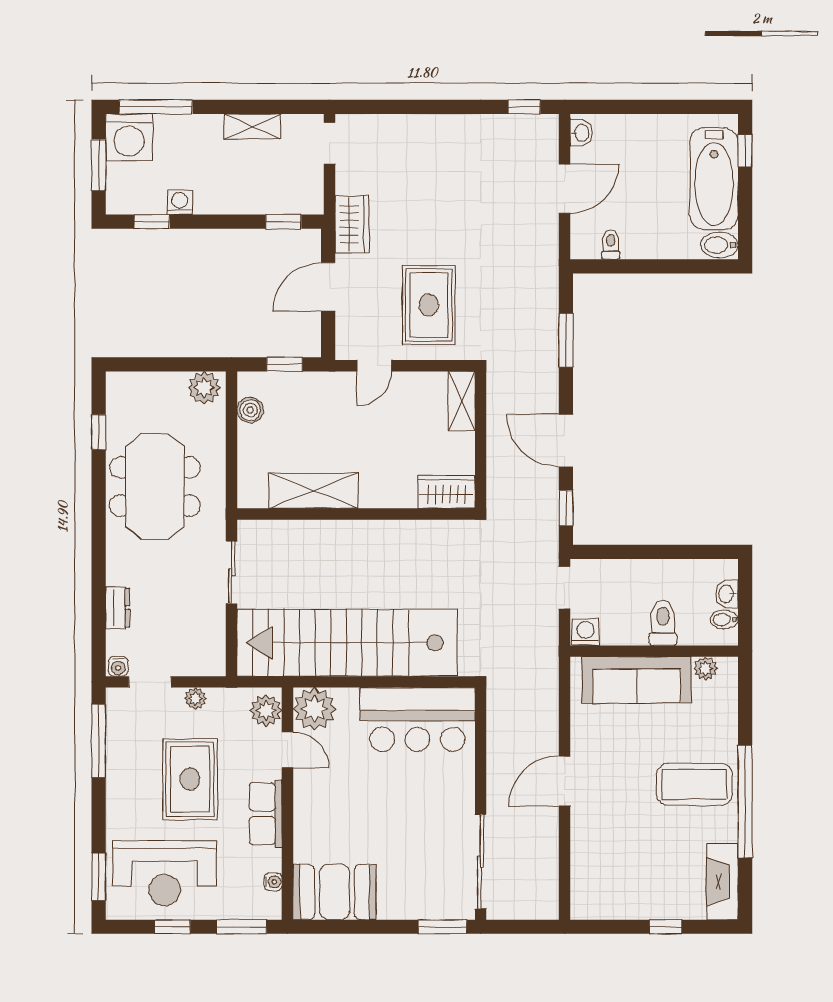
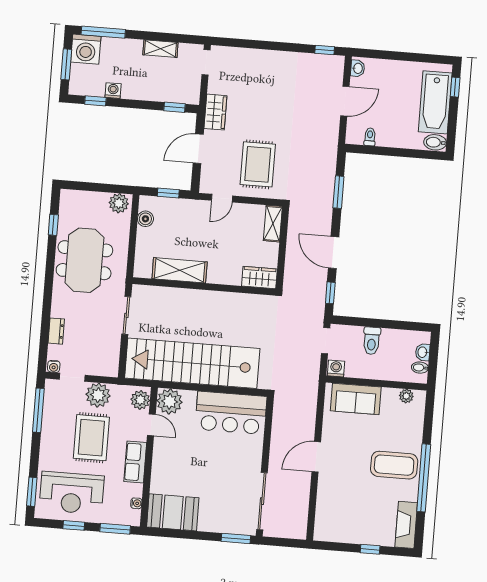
toilet: (663, 623) -> (372, 341), moved, turned 180
sofa: (637, 680) -> (356, 399), width x0.73
plant: (195, 698) -> (98, 395), width x1.87, depth x1.87

